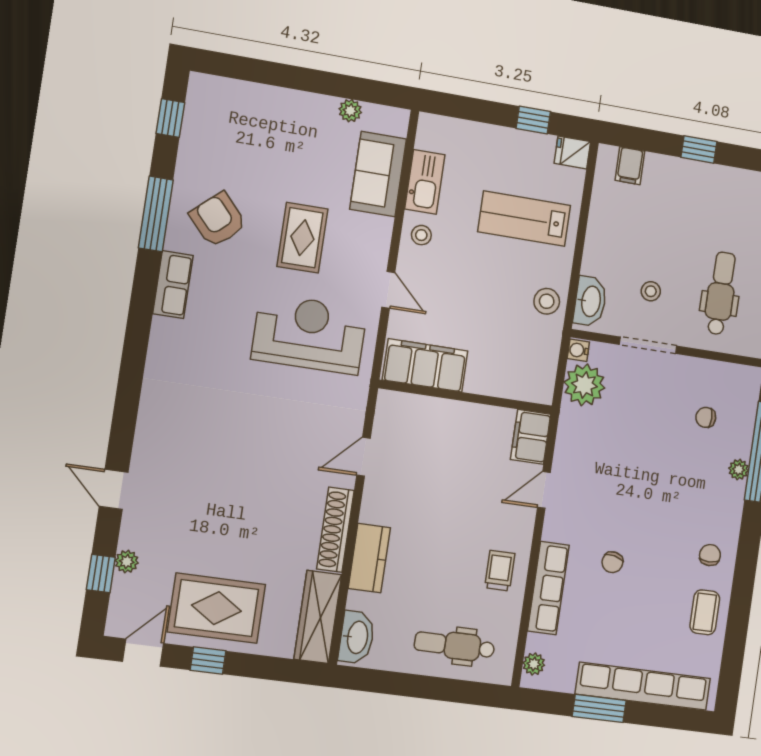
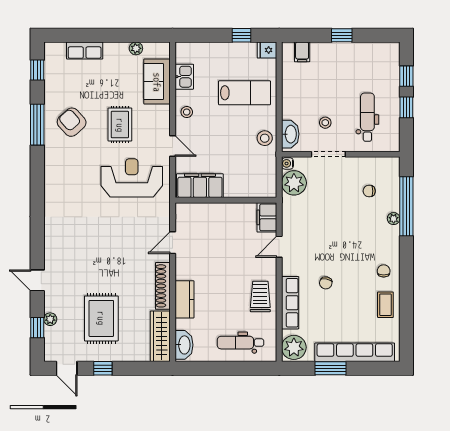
kitchen sink: (425, 182) -> (184, 77), width x0.73
lab bench: (524, 219) -> (244, 93), turned 180
row of seats: (173, 285) -> (85, 50), moved, turned 90
trolley: (500, 571) -> (260, 296), width x1.36, depth x1.39
rug: (216, 608) -> (101, 318), moved, turned 90
door: (143, 653) -> (67, 368), swing flipped
plant: (534, 664) -> (294, 347), width x1.88, depth x1.88

